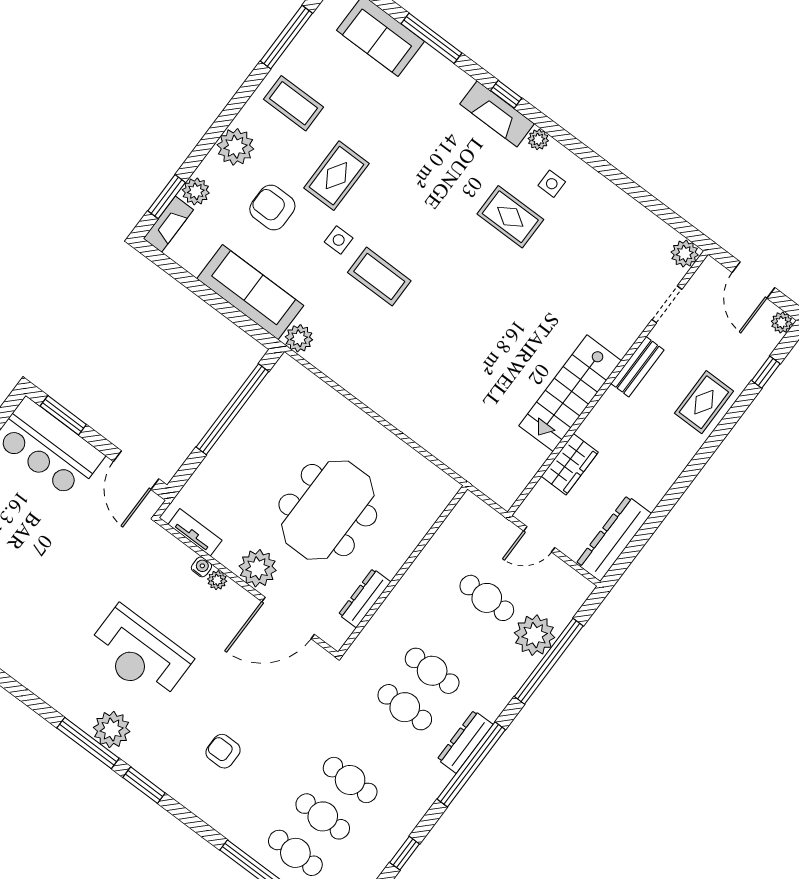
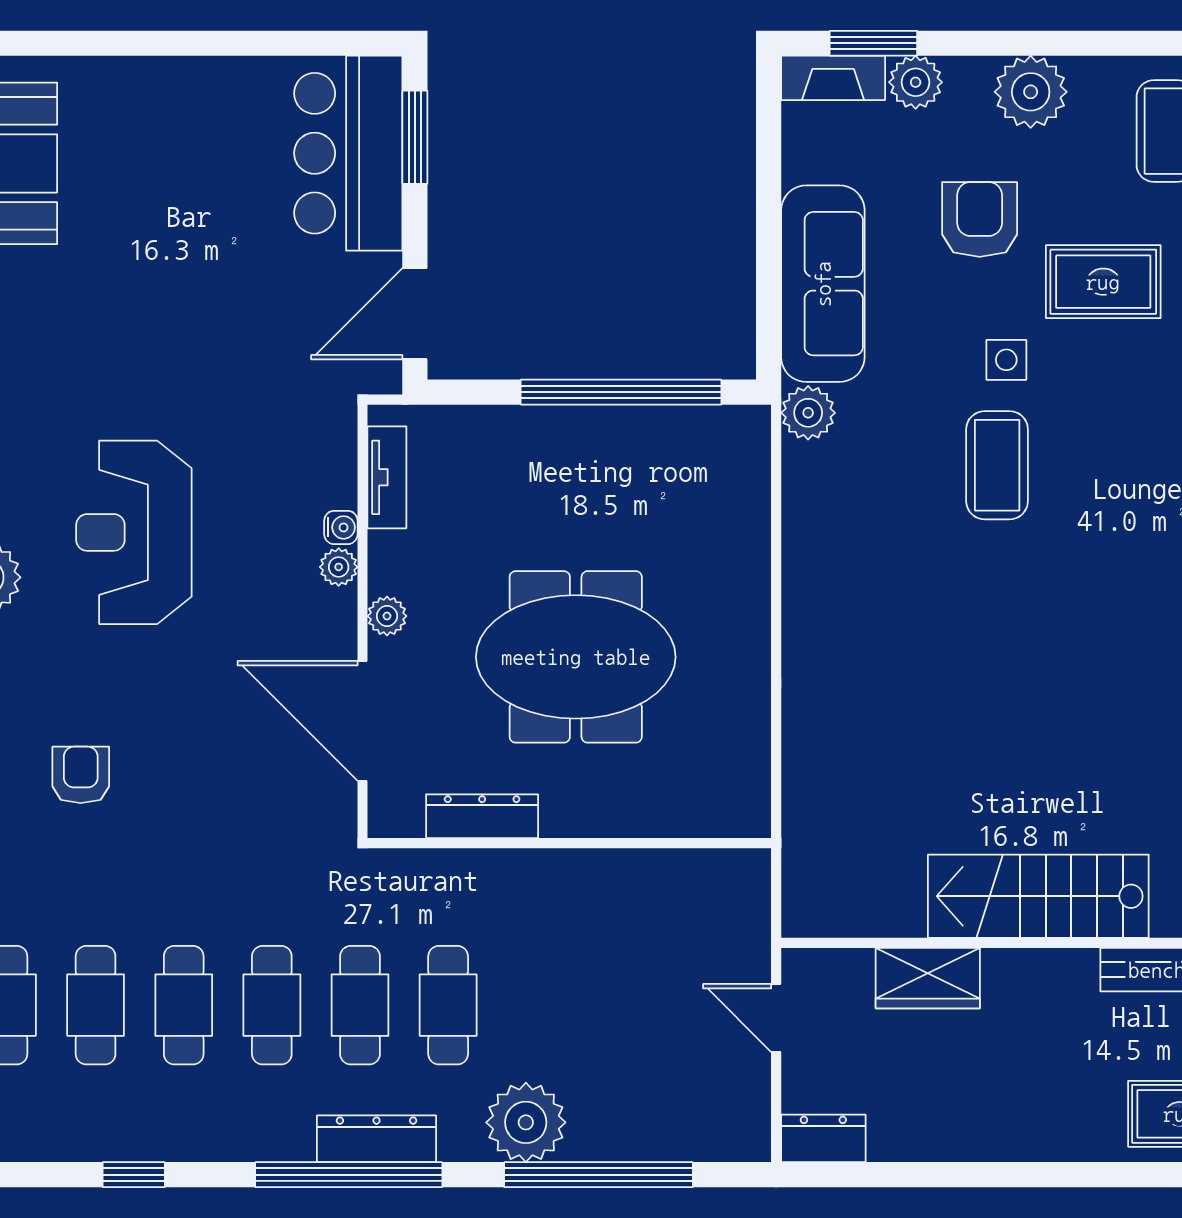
dresser: (614, 539) -> (823, 1138), width x0.51, depth x0.80
plant: (258, 568) -> (387, 616), width x0.53, depth x0.53
cafe table: (487, 598) -> (272, 1005), moved
plant: (535, 635) -> (526, 1122), moved

